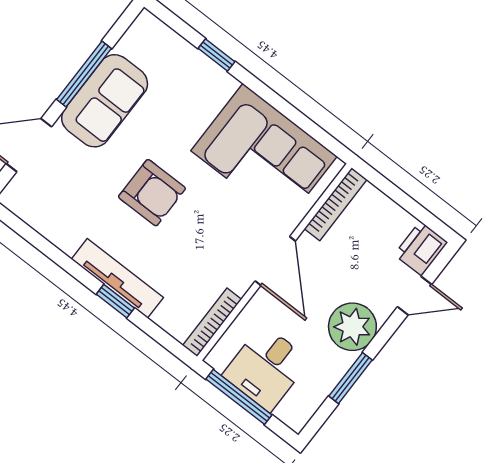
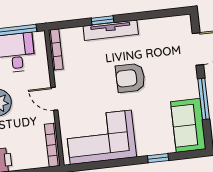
sofa: (105, 101) -> (188, 125), moved
door: (275, 261) -> (54, 99), width x0.73

